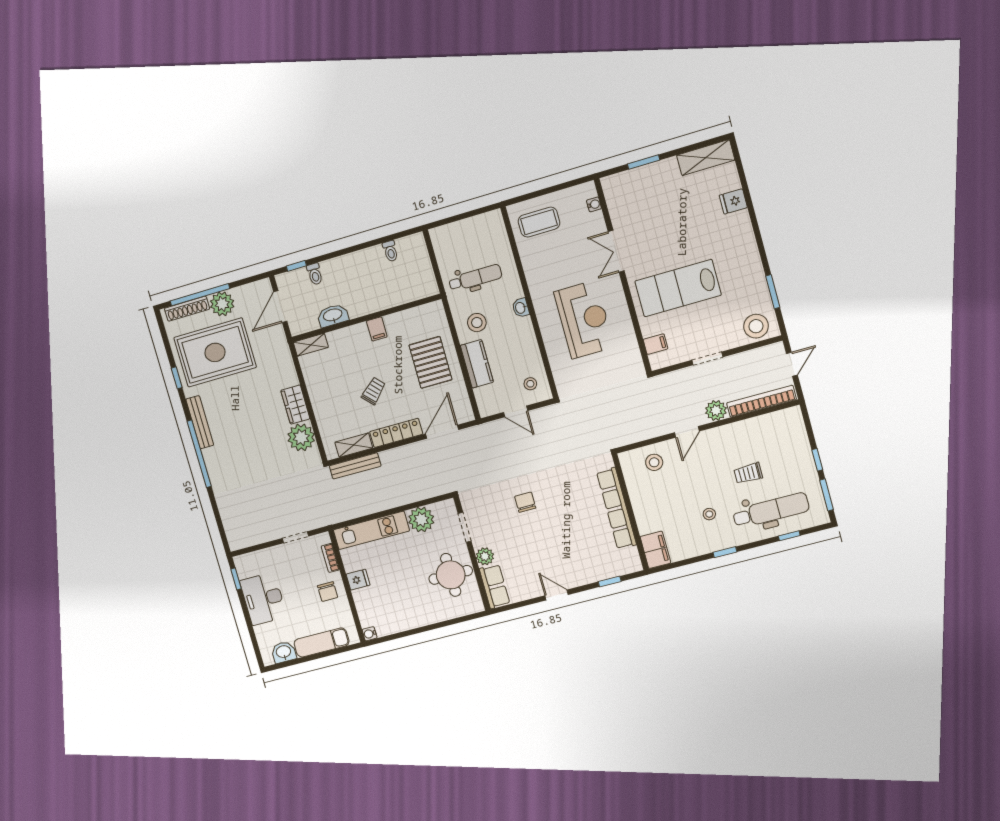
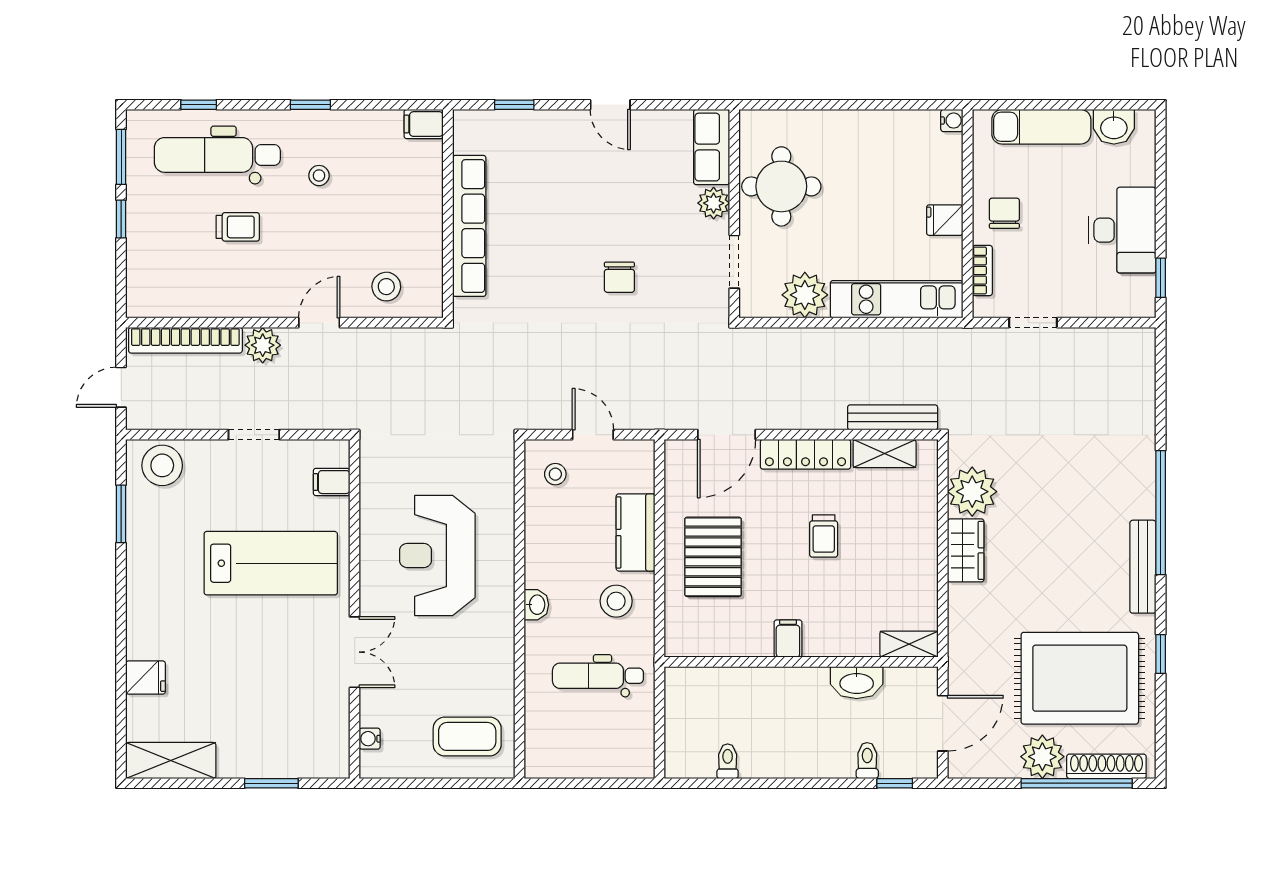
trolley: (374, 391) -> (824, 536), turned -46
filing cabinet: (655, 550) -> (424, 124), width x0.50

